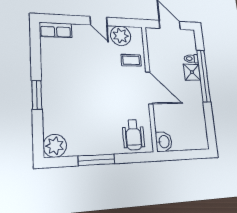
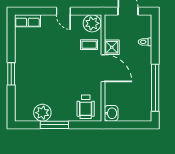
plant: (121, 36) -> (92, 23), moved
shower: (192, 72) -> (112, 47), moved
window: (204, 76) -> (155, 88), moved
plant: (55, 146) -> (42, 113), moved

